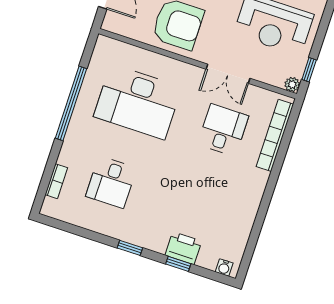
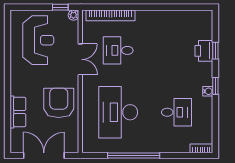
desk: (138, 102) -> (118, 112), turned 180
bookcase: (56, 181) -> (201, 148), moved
water cooler: (224, 267) -> (208, 91), moved

